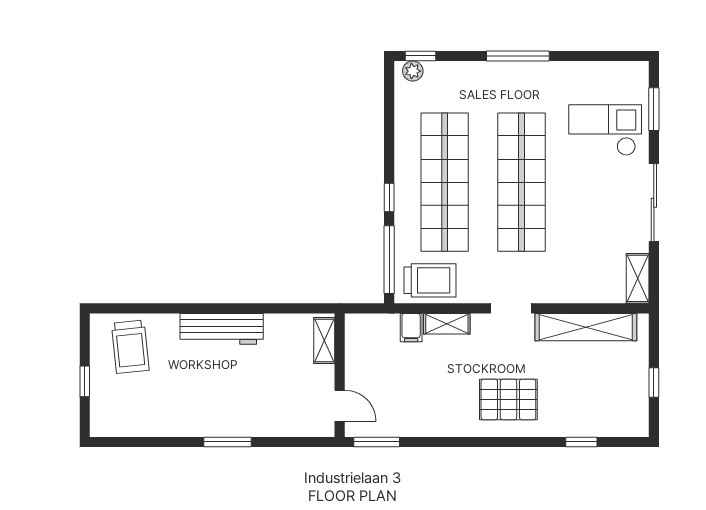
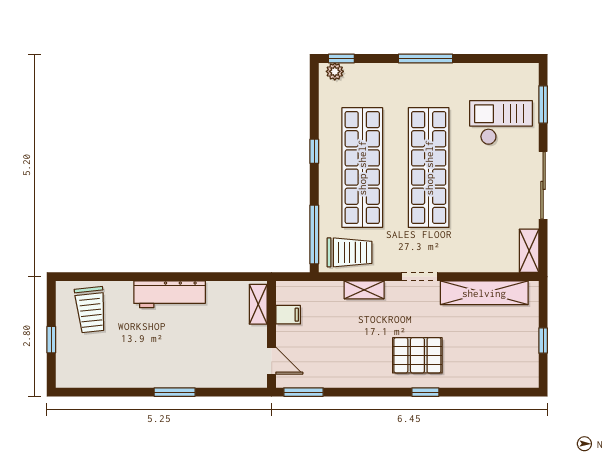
window: (389, 198) -> (314, 151), moved
filing cabinet: (411, 328) -> (288, 315), moved, turned -90
window: (581, 442) -> (425, 392), moved

